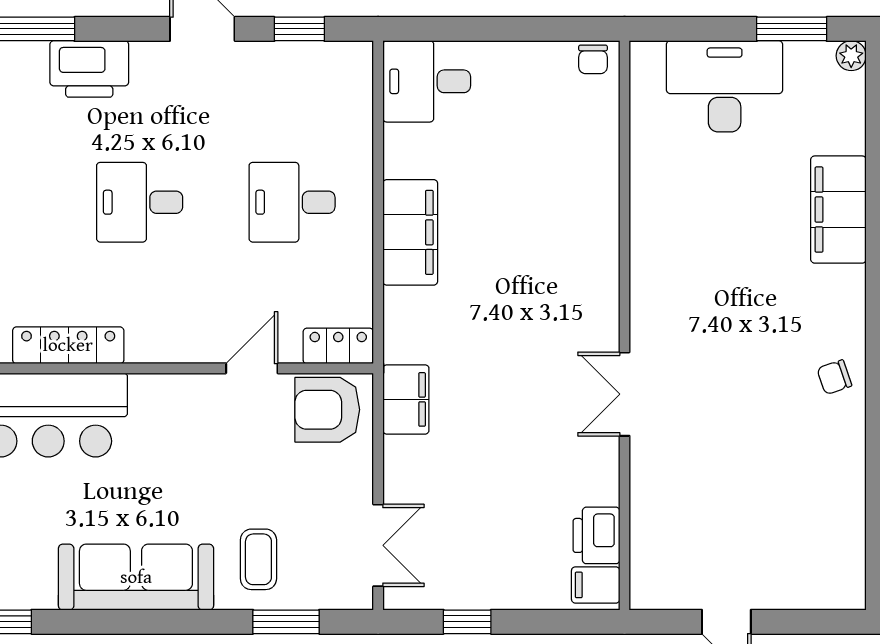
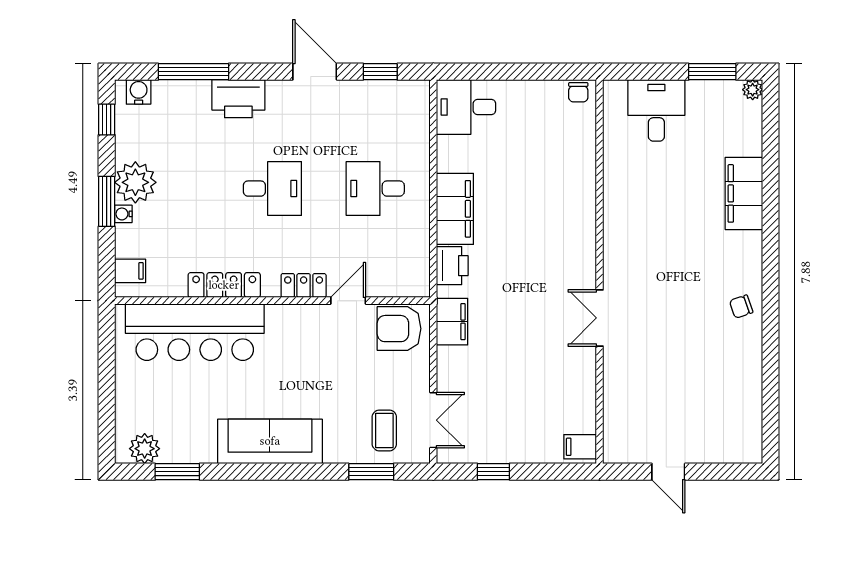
desk: (725, 86) -> (656, 110), width x0.73
desk: (140, 202) -> (272, 189), turned 180
locker: (338, 346) -> (304, 286), moved
printer: (596, 535) -> (452, 266), moved, turned 180
coffee table: (258, 559) -> (384, 430), moved

